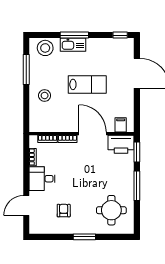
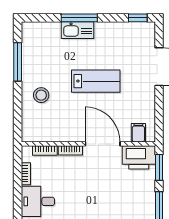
stool: (45, 48) -> (42, 34), removed

